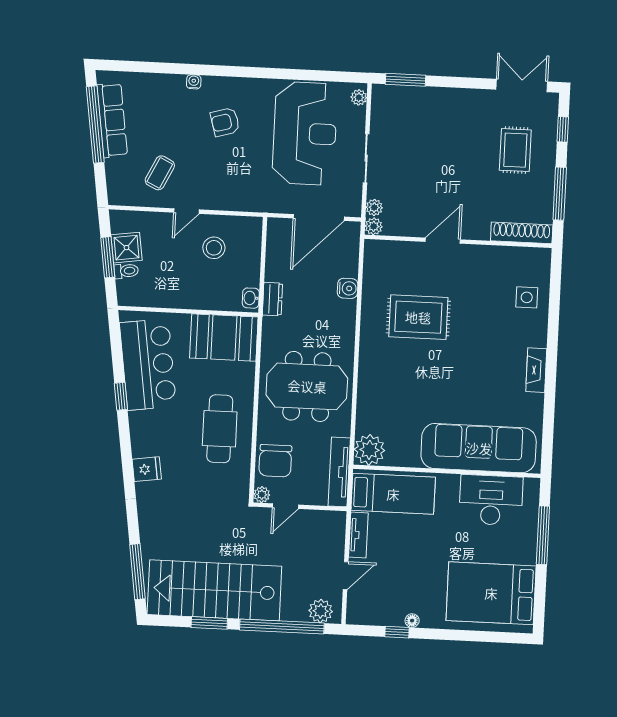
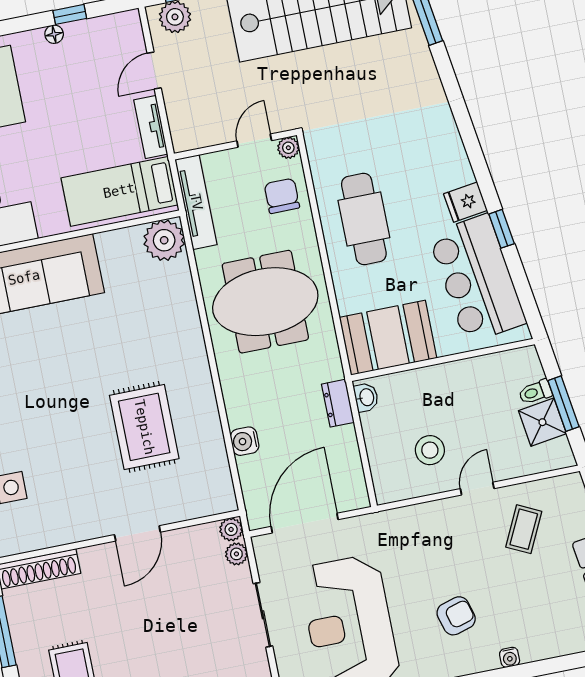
rug: (418, 317) -> (144, 427), turned 90
chair: (275, 461) -> (282, 196), width x0.73, depth x0.73
fridge: (147, 469) -> (466, 202), moved

